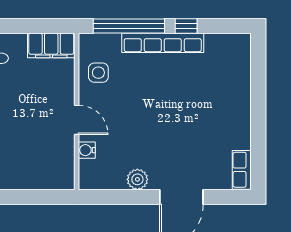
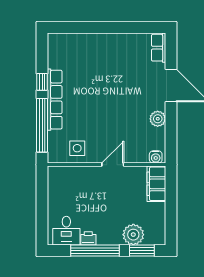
filing cabinet: (51, 45) -> (156, 184), moved, turned 180
water cooler: (87, 150) -> (156, 157), moved
row of seats: (242, 170) -> (159, 48), moved, turned 90

